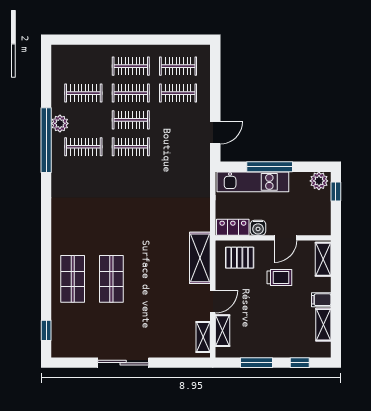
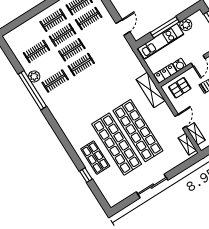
plant: (319, 181) -> (186, 25), moved
shelving: (200, 258) -> (151, 90), moved
shop shelf: (111, 279) -> (117, 144), width x2.00, depth x1.36
shop shelf: (150, 279) -> (138, 131), added
window: (46, 330) -> (86, 175), moved

